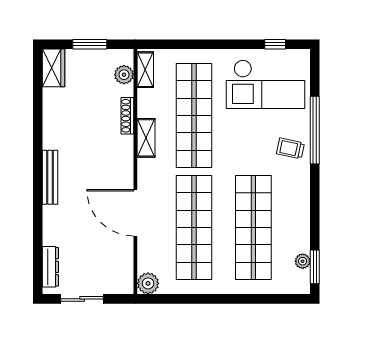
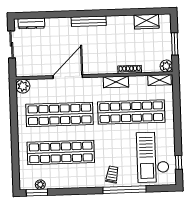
wardrobe: (53, 68) -> (147, 22), moved
plant: (124, 75) -> (166, 66), moved

